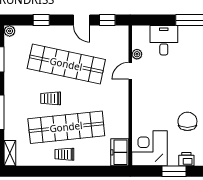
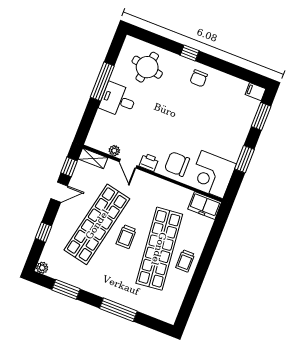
desk: (164, 40) -> (118, 100), moved
trolley: (51, 98) -> (126, 237), moved
chair: (187, 121) -> (177, 164), moved
shelving: (10, 153) -> (93, 158), moved
printer: (186, 159) -> (149, 162), moved, turned 90

